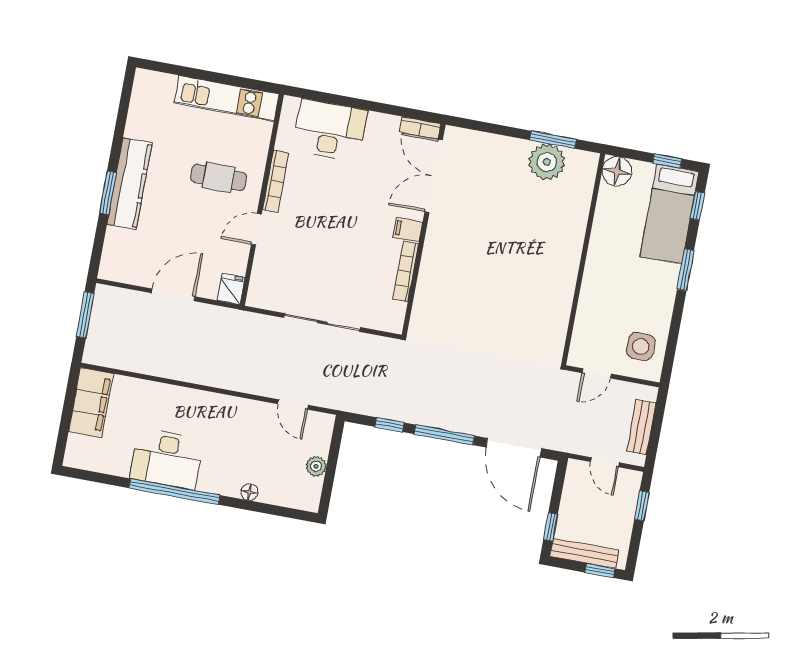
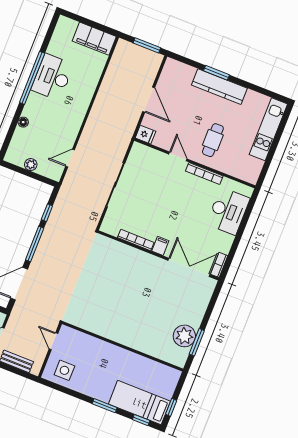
kitchen unit: (226, 99) -> (268, 129), moved
floor lamp: (617, 171) -> (171, 376), removed

